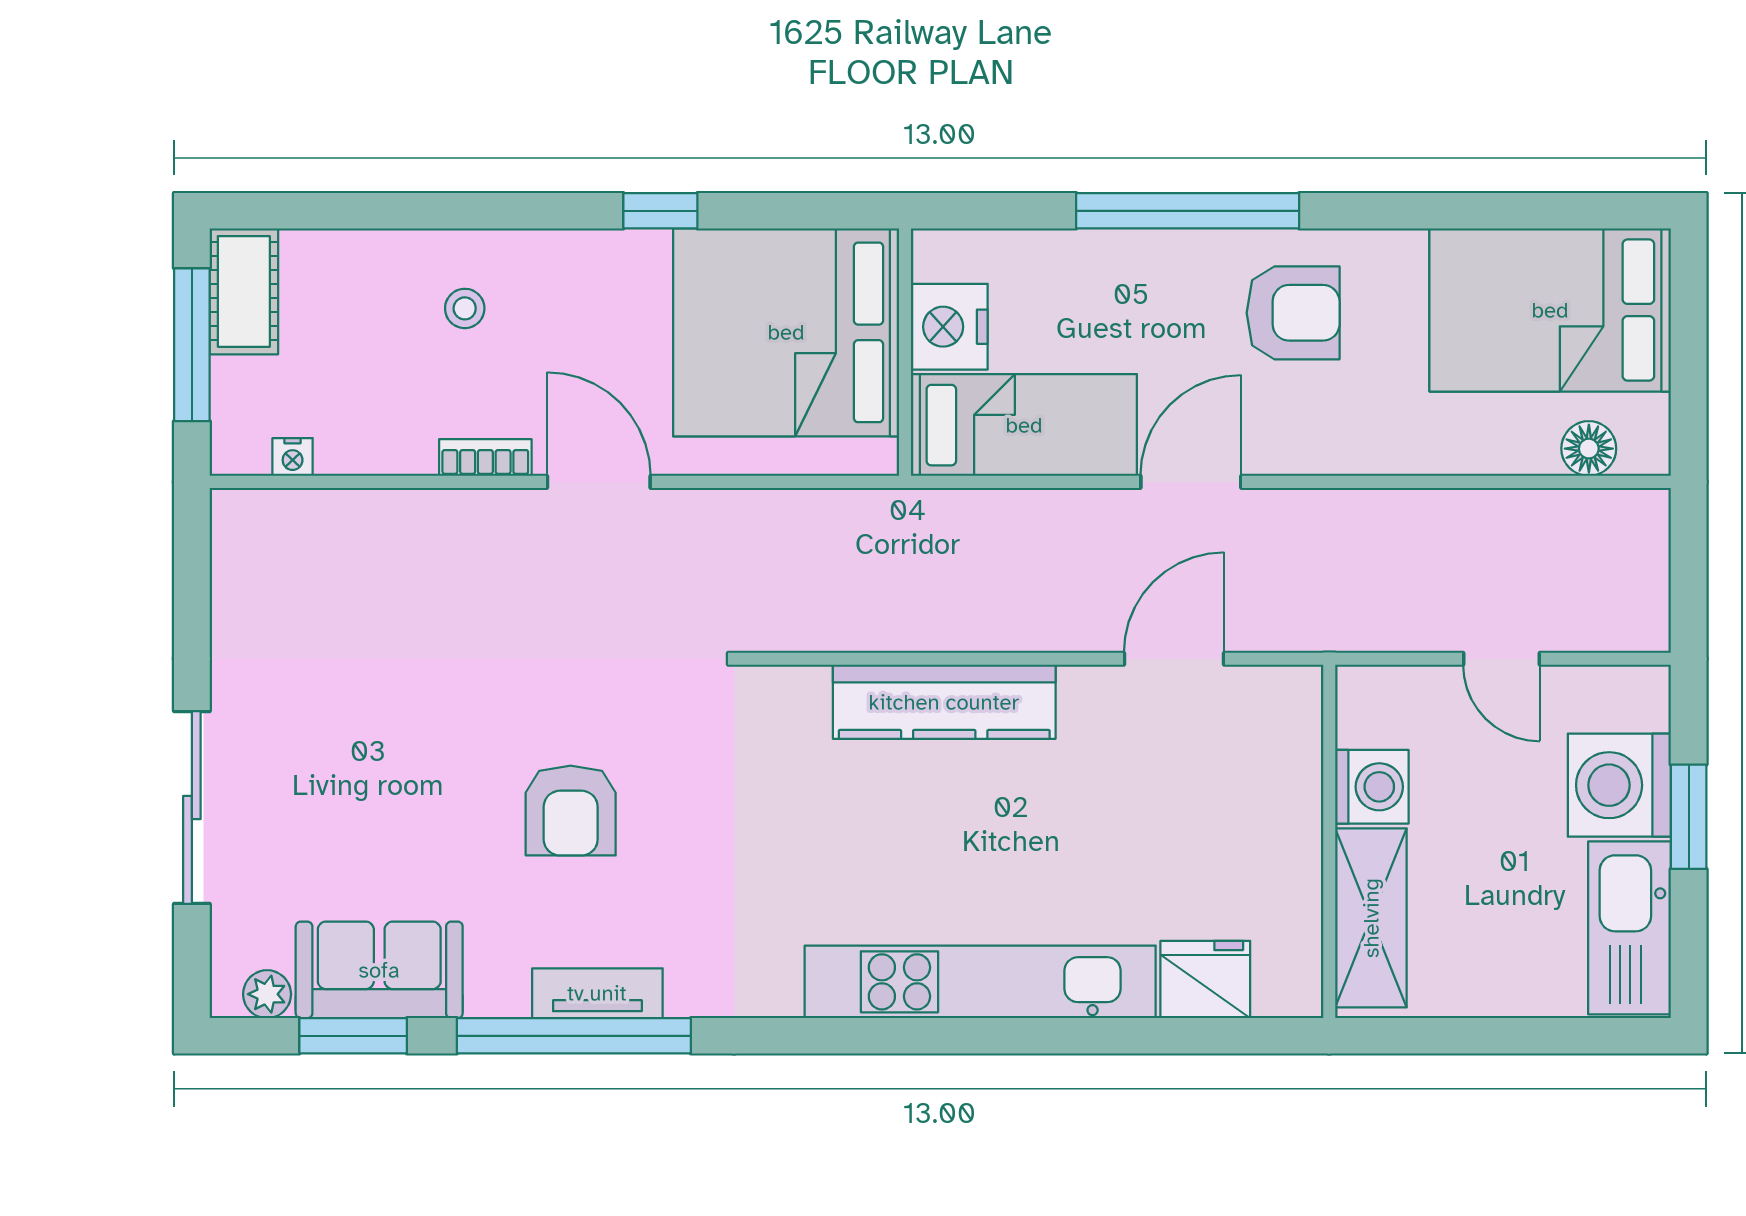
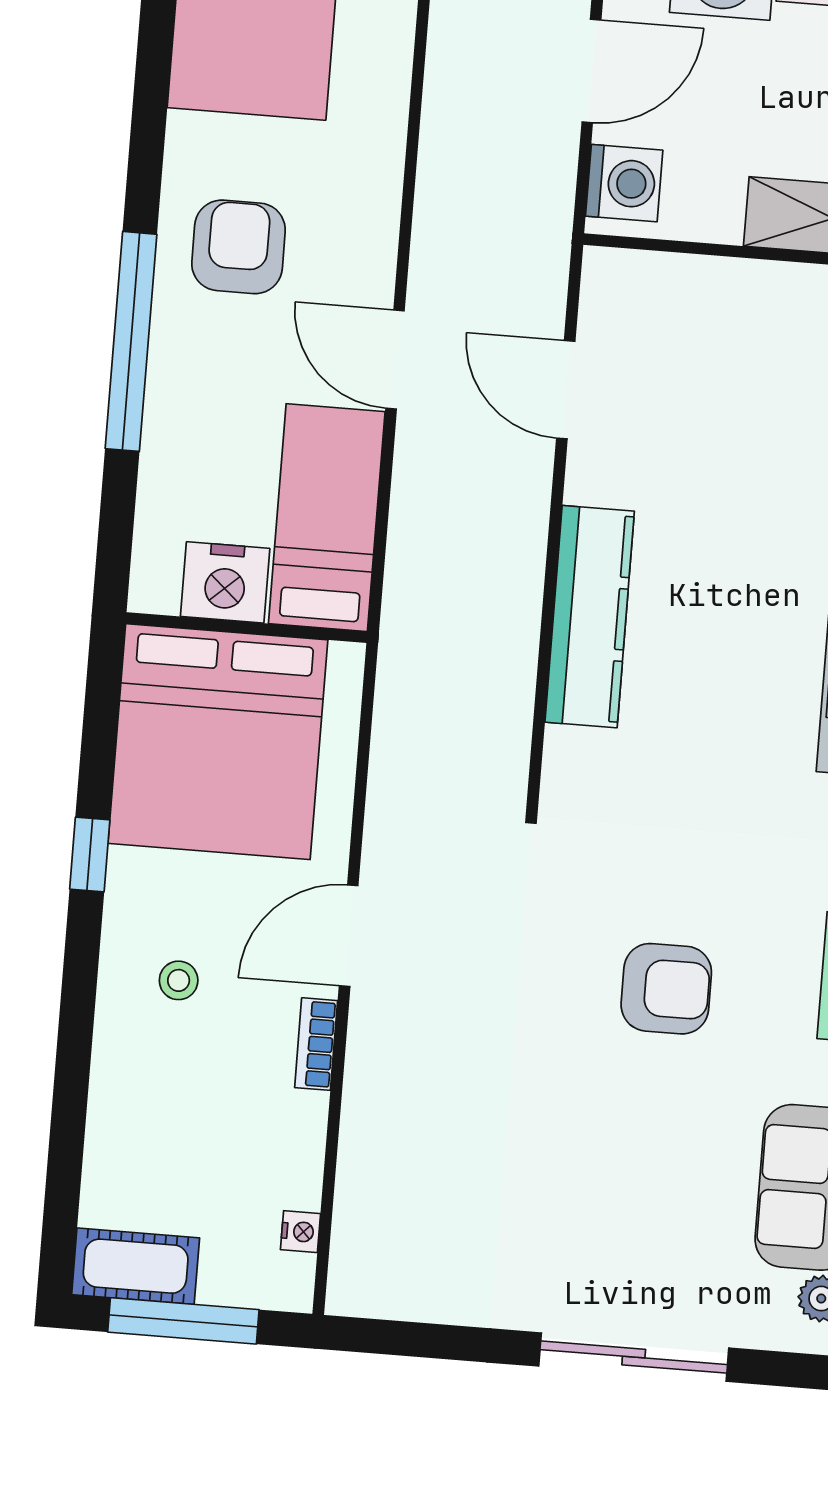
stool: (465, 308) -> (179, 980), moved
door: (1501, 659) -> (591, 71), width x1.38
washing machine: (1372, 787) -> (624, 183), moved, turned 90

